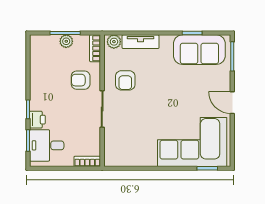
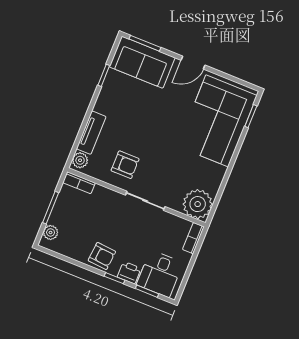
plant: (66, 41) -> (51, 232), moved
sofa: (199, 50) -> (142, 62), moved, turned 90
armchair: (81, 80) -> (102, 256), moved, turned -85
plant: (117, 153) -> (198, 204), added

